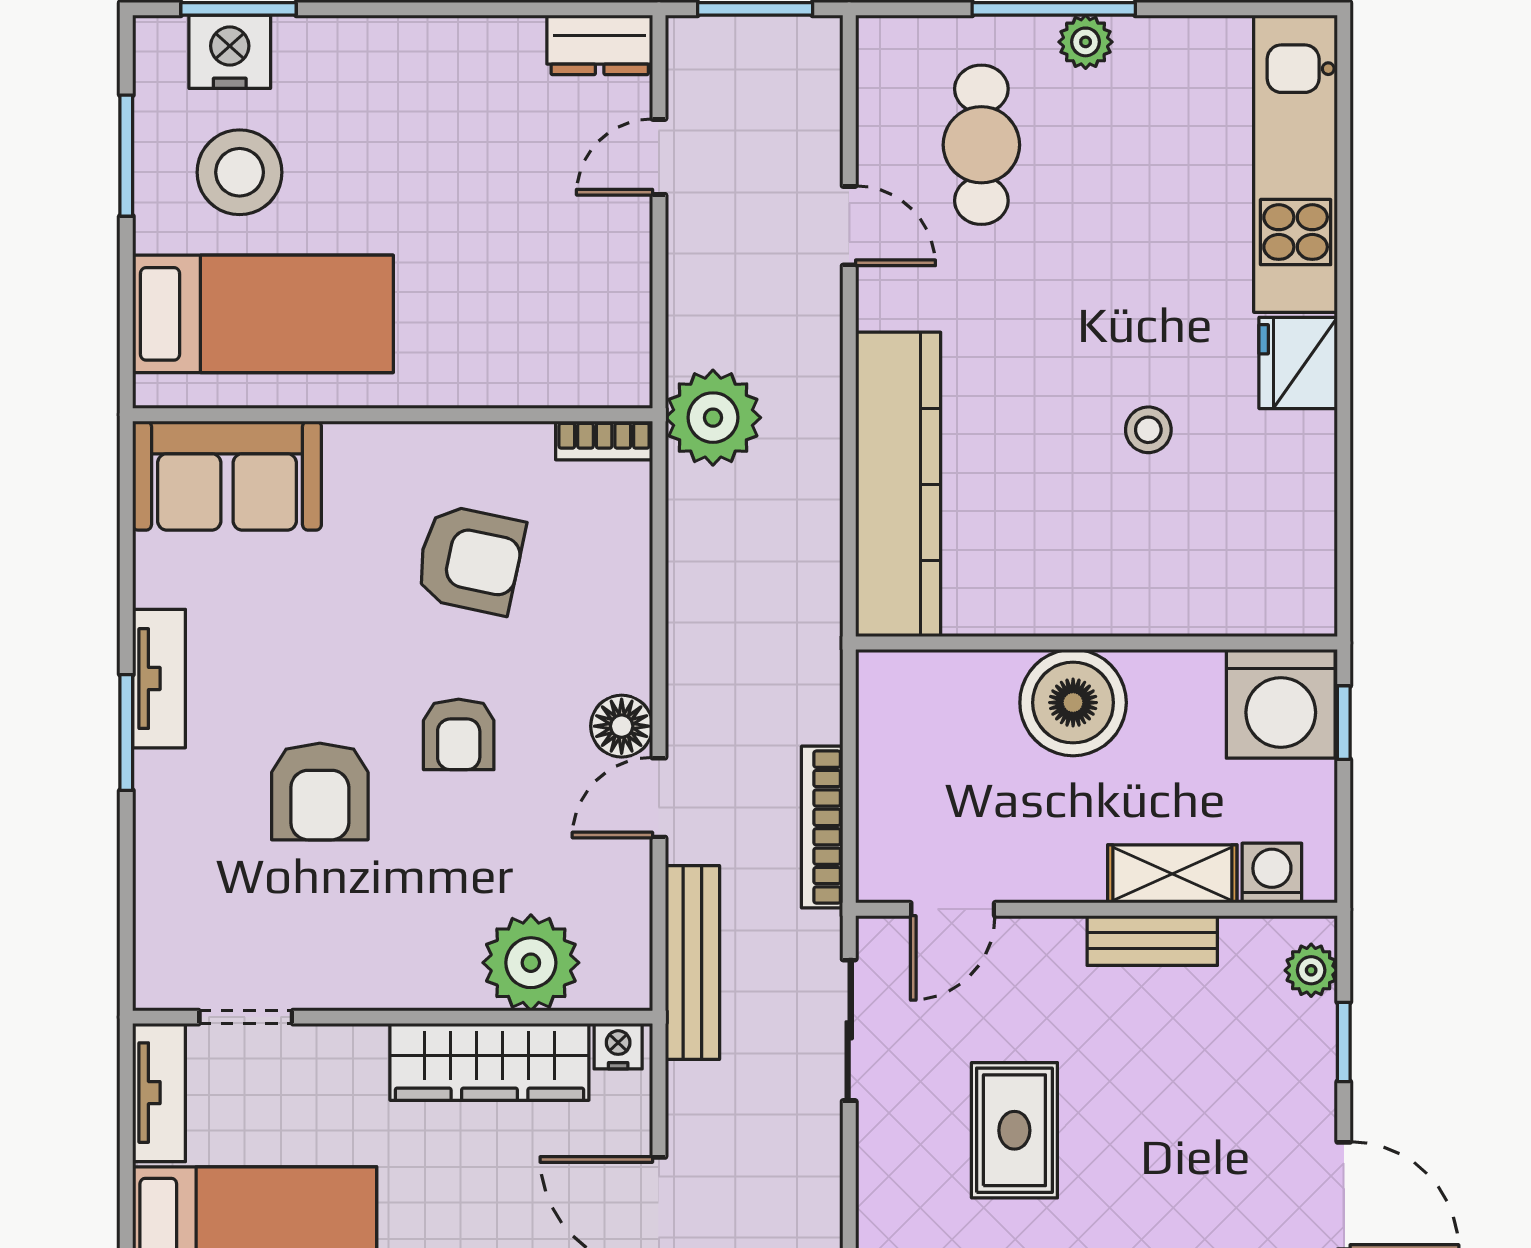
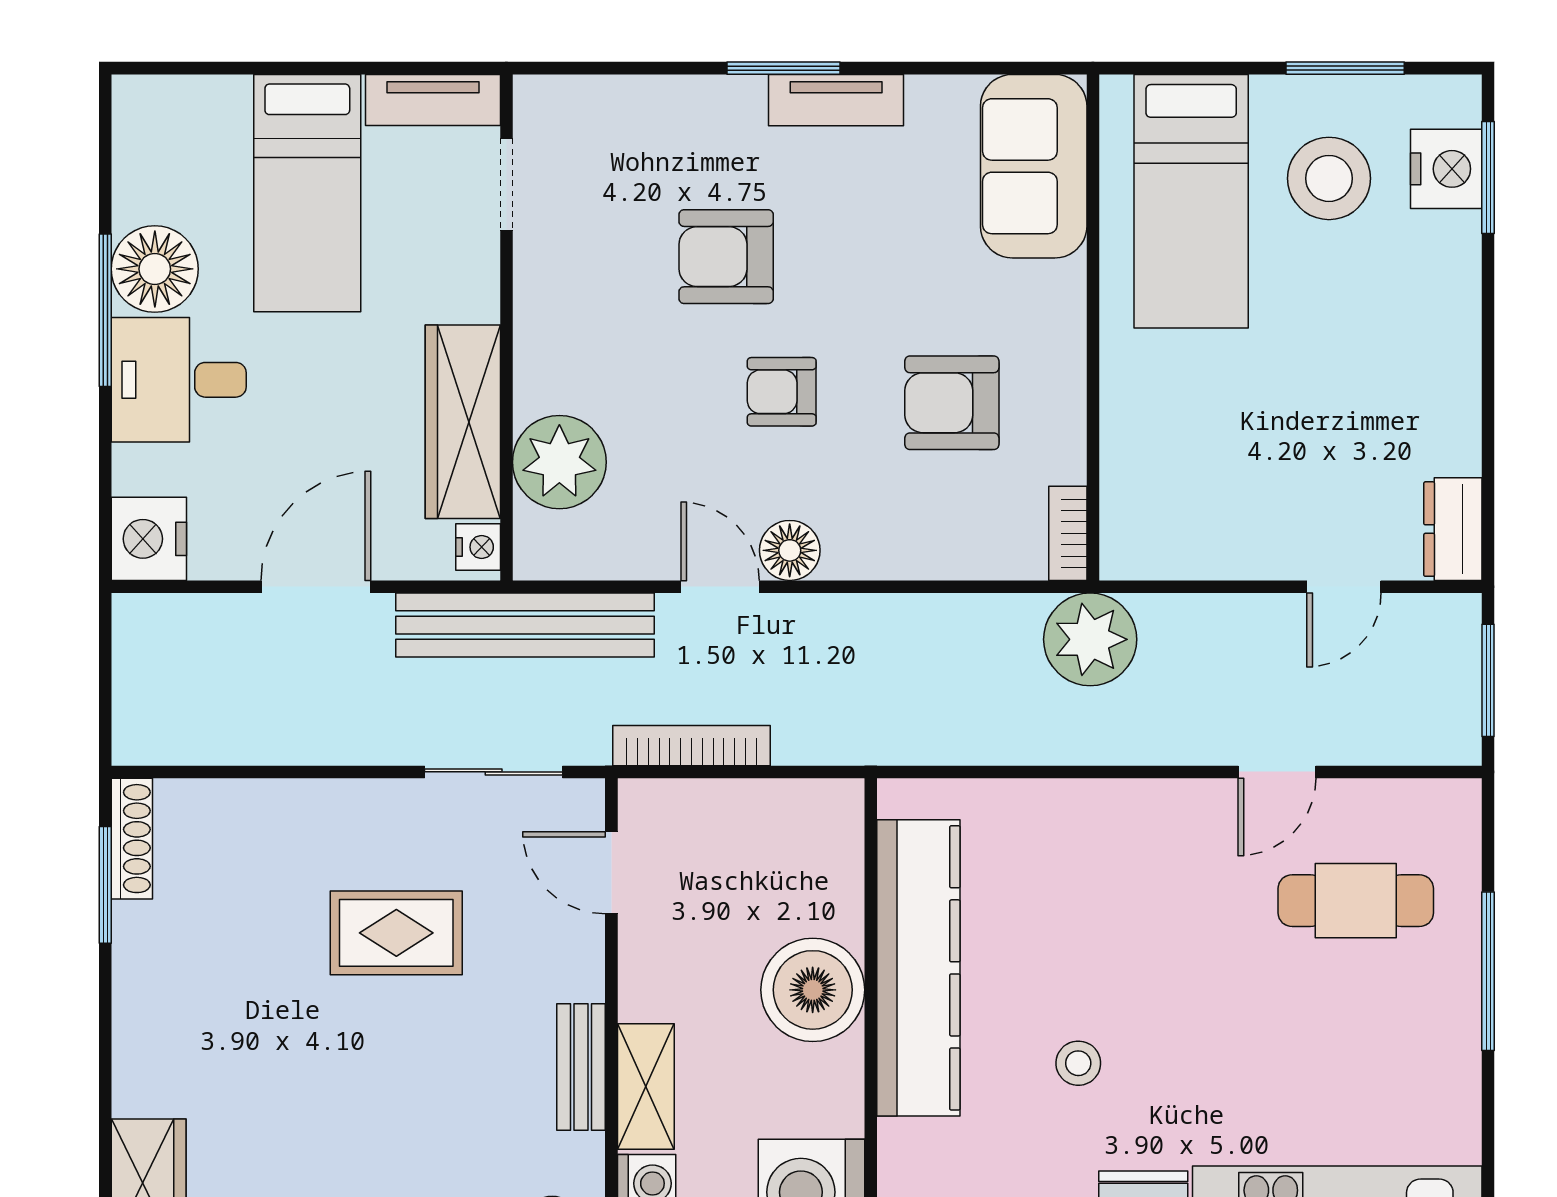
plant: (1086, 42) -> (1456, 1002), removed
door: (659, 157) -> (1344, 587), swing flipped
kitchen counter: (898, 484) -> (918, 968), moved, turned -90
armchair: (470, 560) -> (952, 403), turned 78
bench: (692, 963) -> (525, 625), width x1.37, depth x1.21

